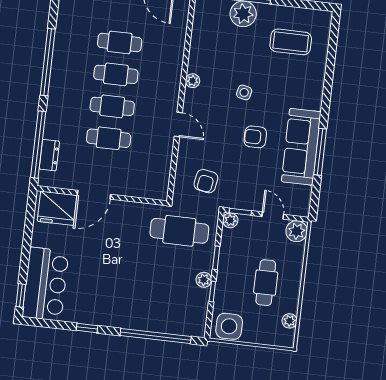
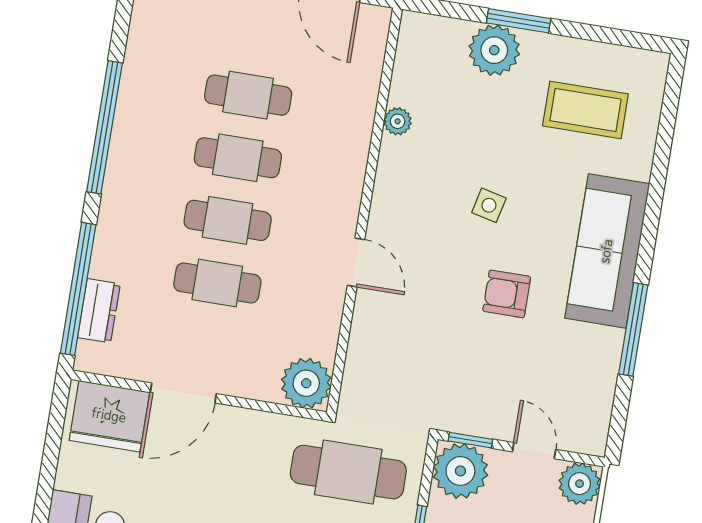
plant: (193, 81) -> (398, 121), moved
sofa: (301, 147) -> (607, 251), moved
armchair: (206, 181) -> (405, 377), removed
plant: (156, 187) -> (306, 383), added
plant: (230, 220) -> (460, 471), width x1.88, depth x1.88

